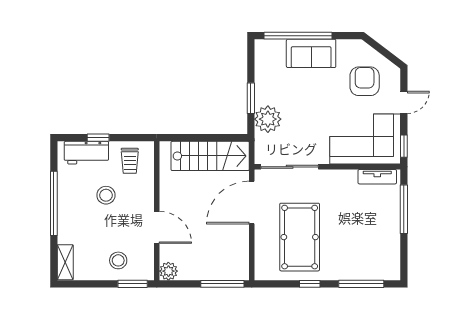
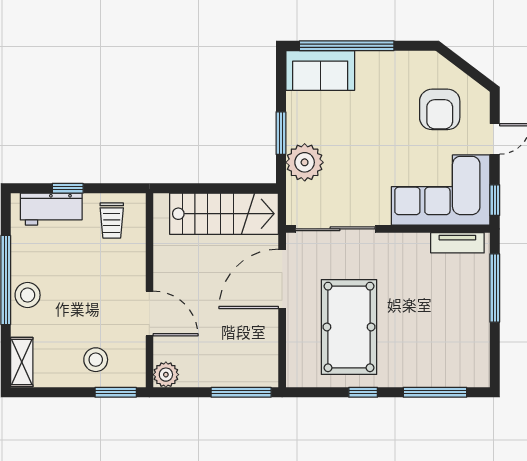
sofa: (311, 53) -> (320, 71), moved
armchair: (365, 81) -> (440, 109), turned 180
stool: (106, 195) -> (28, 295), moved

